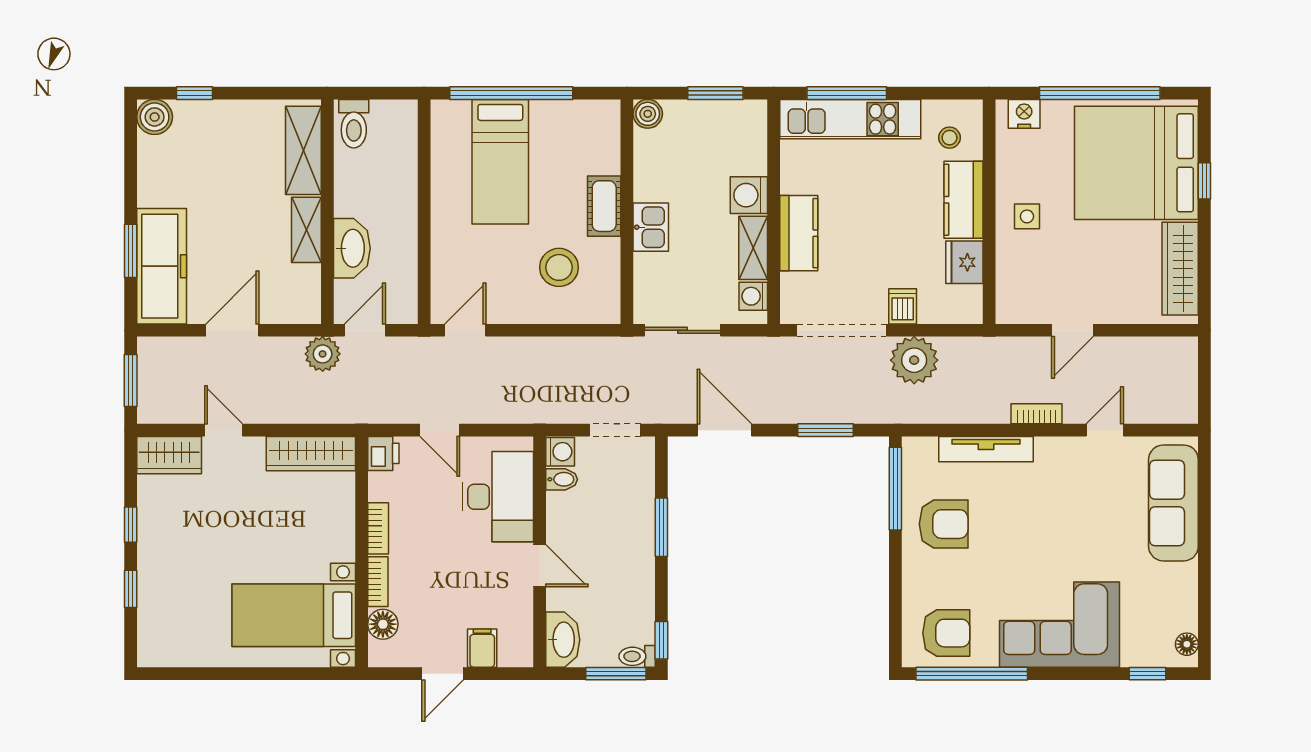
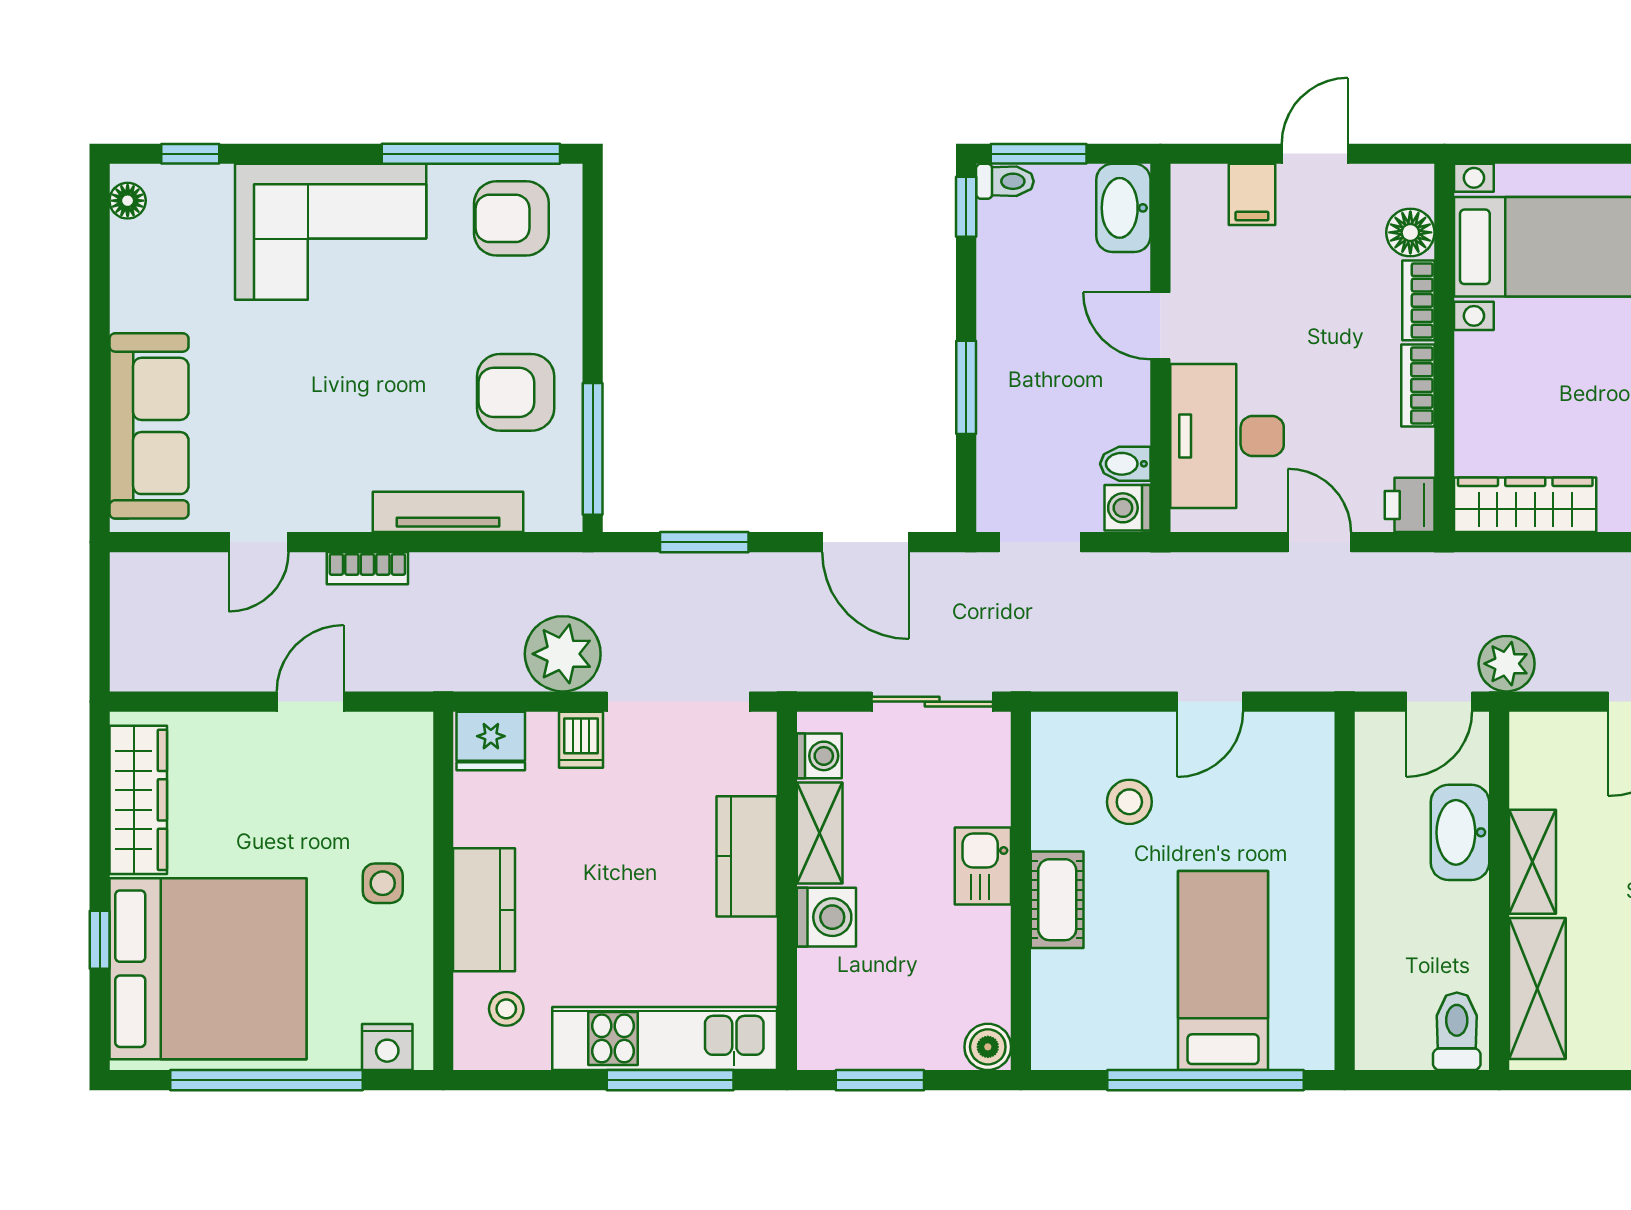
fridge: (964, 262) -> (491, 741), moved, turned 90
stool: (559, 267) -> (1129, 802), width x0.73, depth x0.73
door: (465, 330) -> (1210, 702), moved

